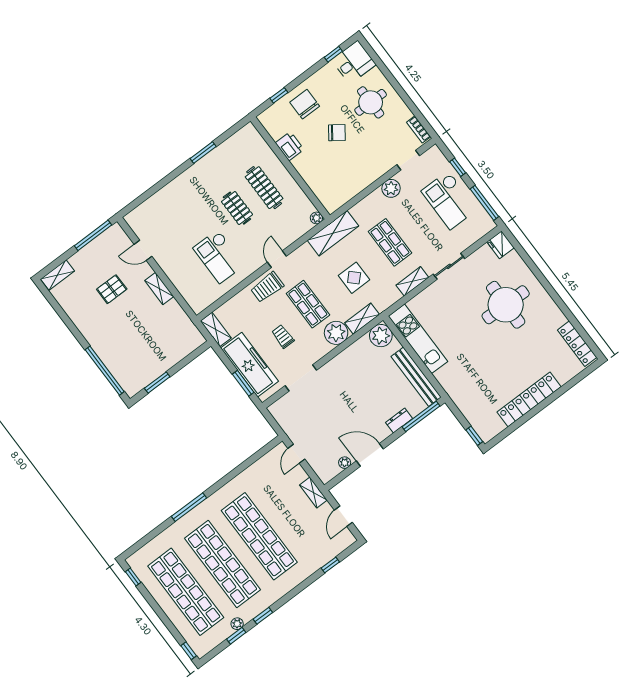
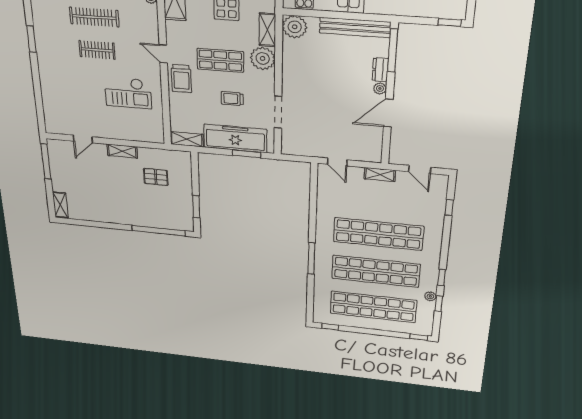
pallet: (112, 289) -> (156, 177), moved, turned 90
plant: (345, 463) -> (380, 89), moved

